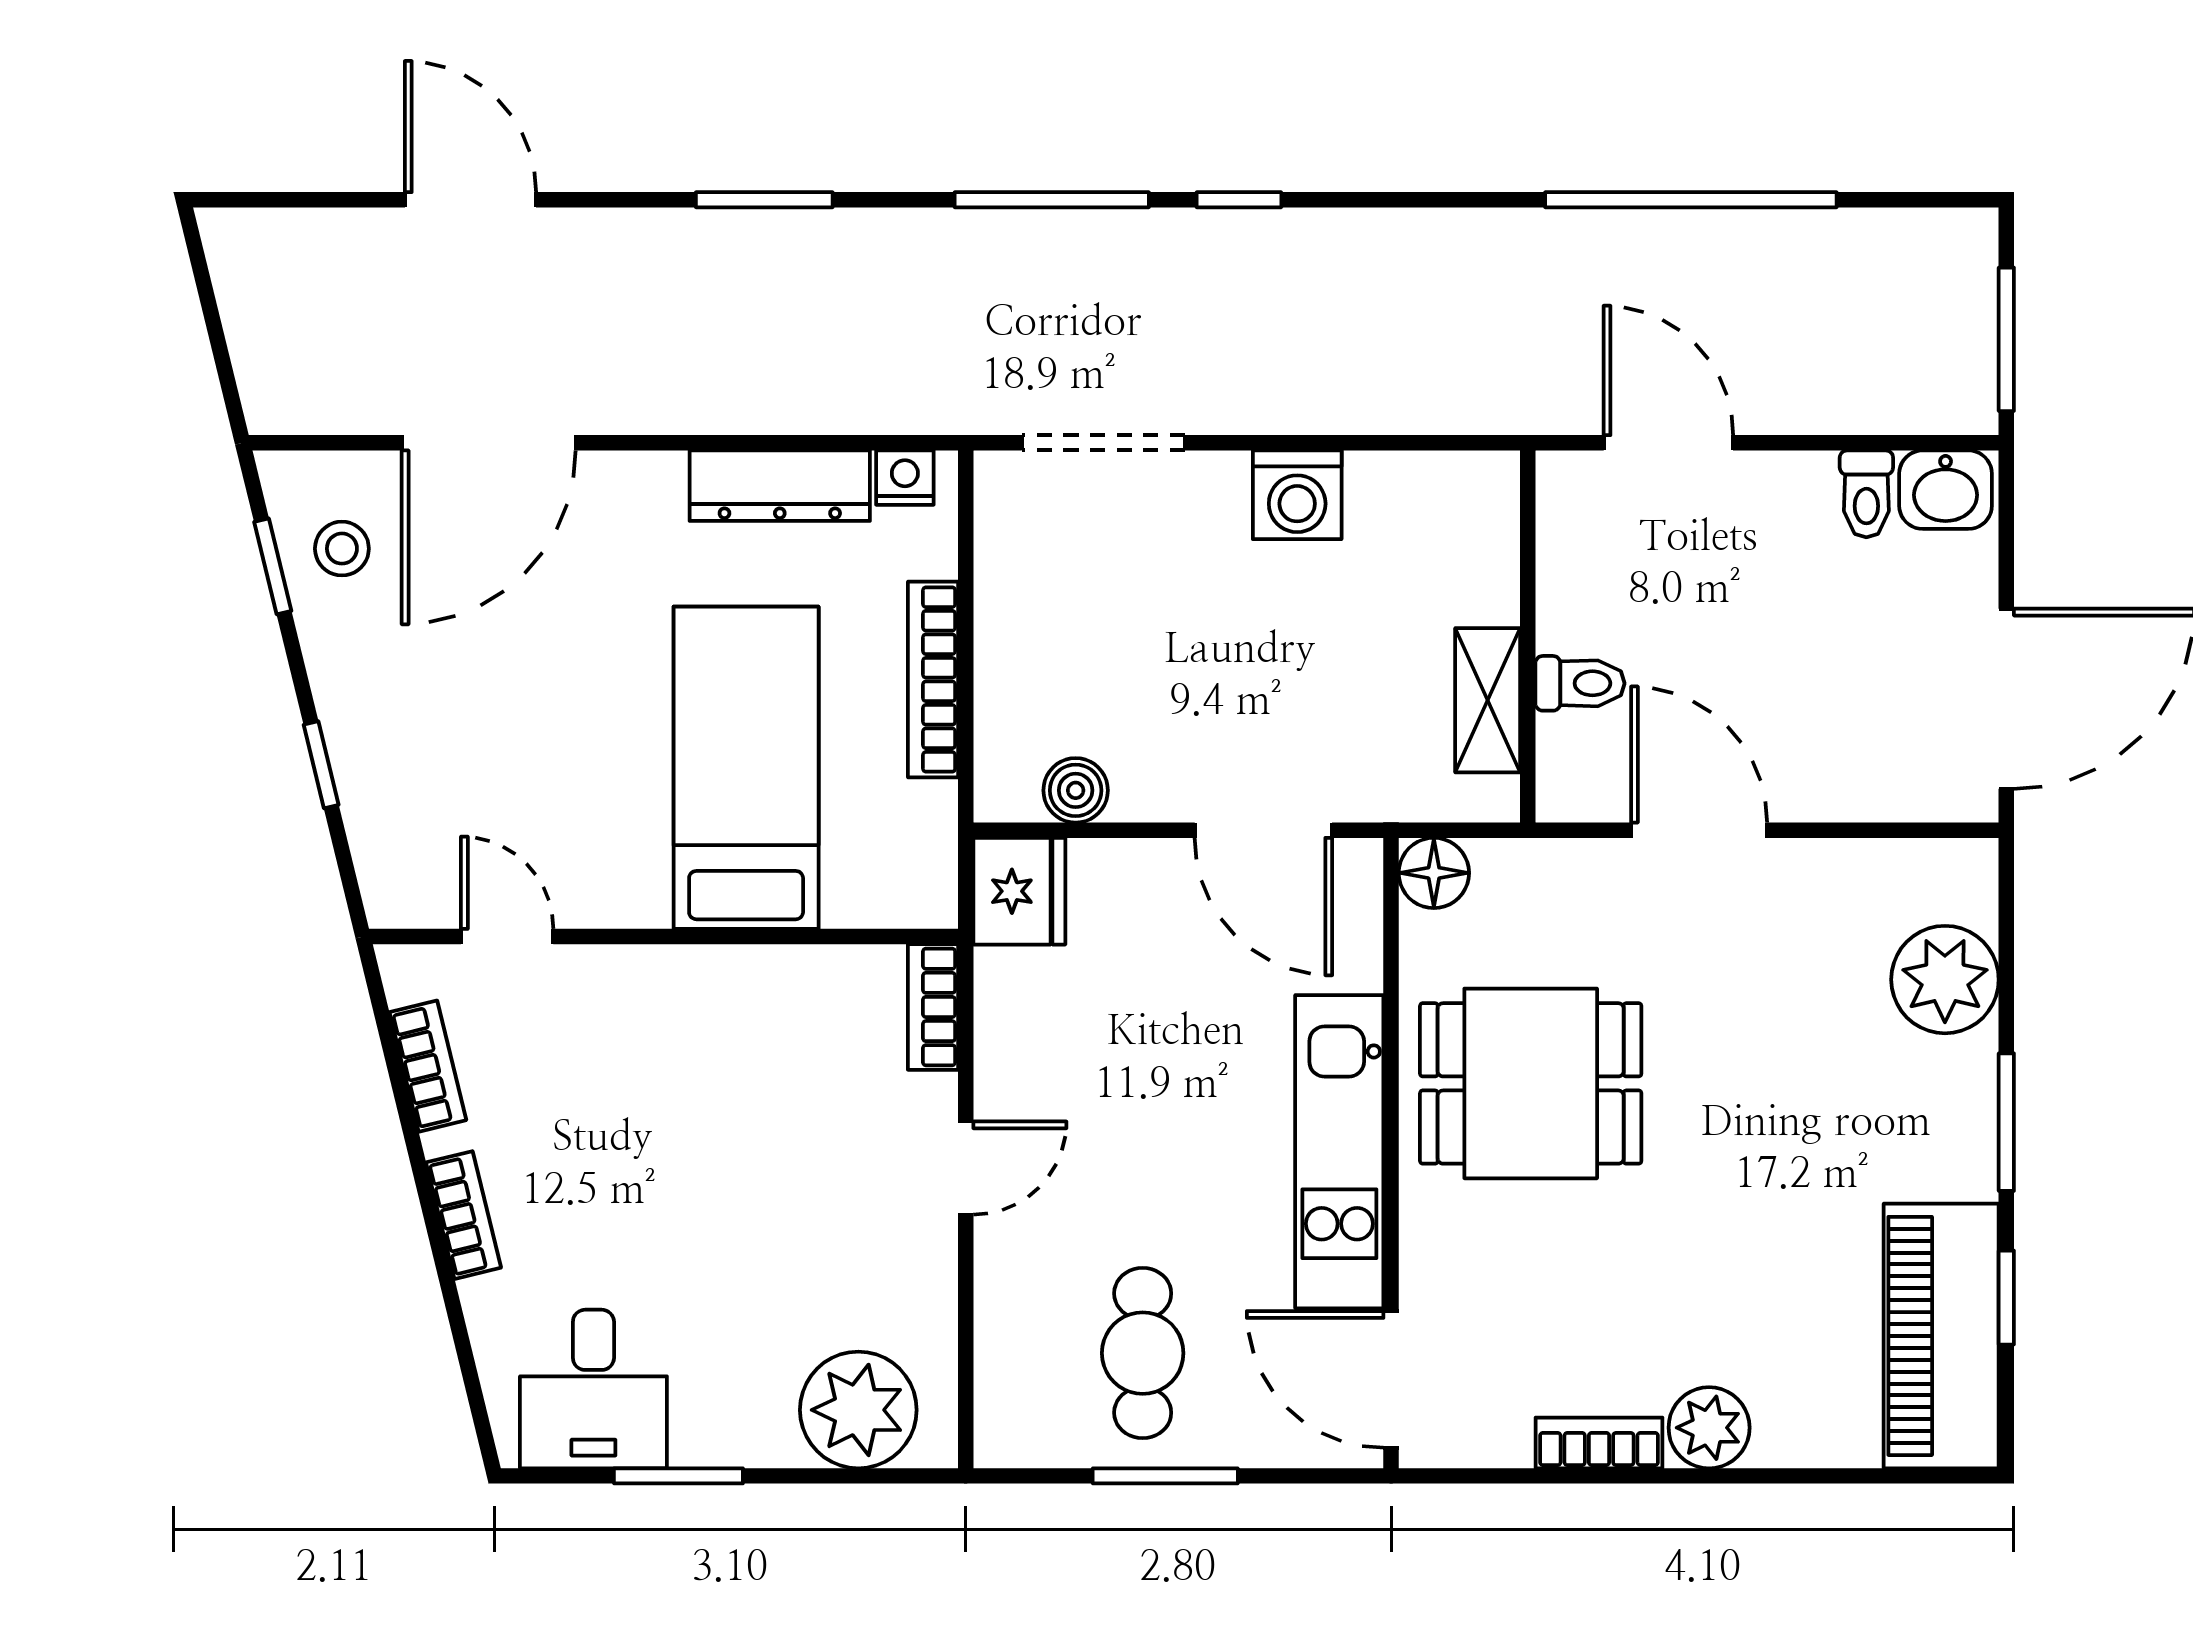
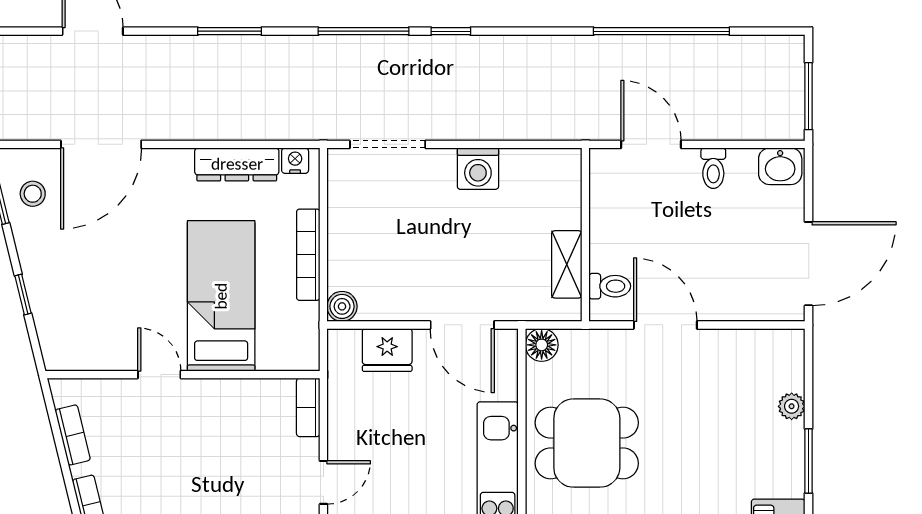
toilet: (1866, 494) -> (713, 168), moved
toilet: (1580, 683) -> (610, 286), moved
boiler: (1076, 790) -> (342, 306), moved
fridge: (1019, 891) -> (387, 350), moved, turned 90
door: (507, 937) -> (159, 375), moved
plant: (1945, 980) -> (792, 406), width x0.53, depth x0.53

